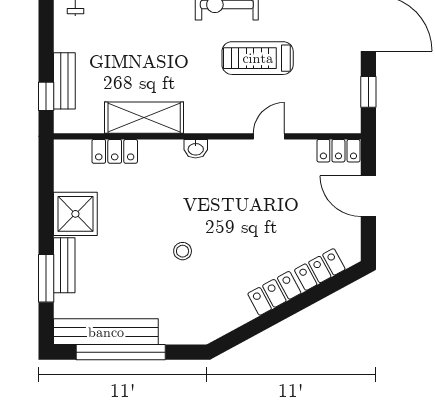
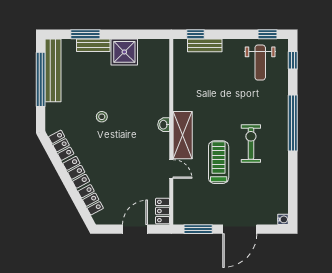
window: (368, 92) -> (198, 229), width x1.50
shelving: (144, 118) -> (183, 135), moved
locker: (115, 151) -> (61, 145), moved, turned 152

